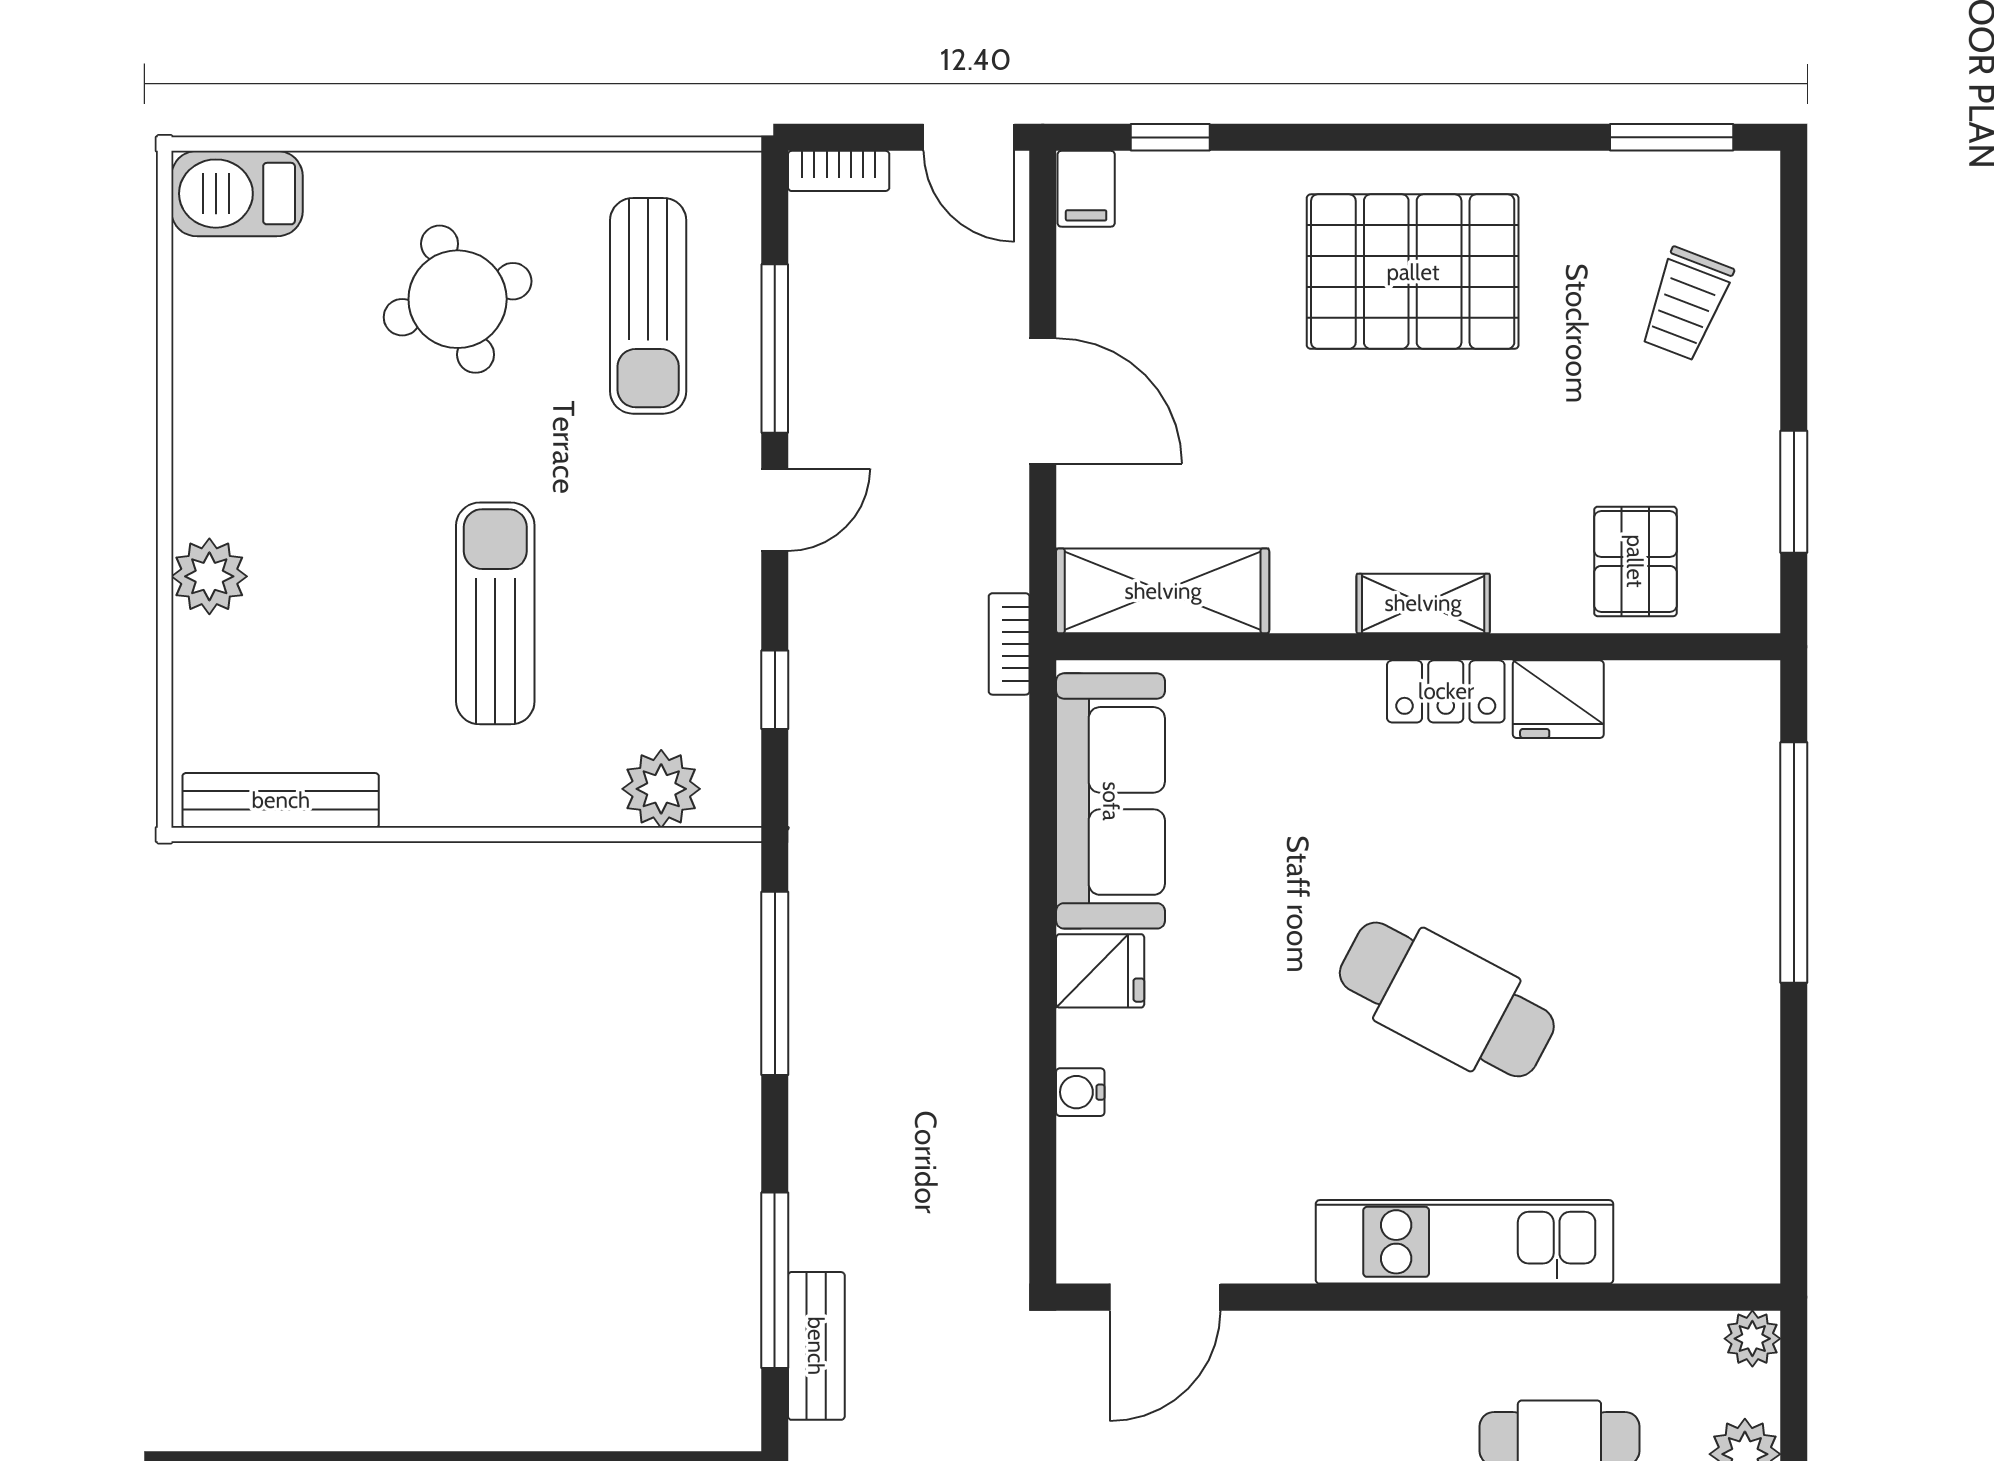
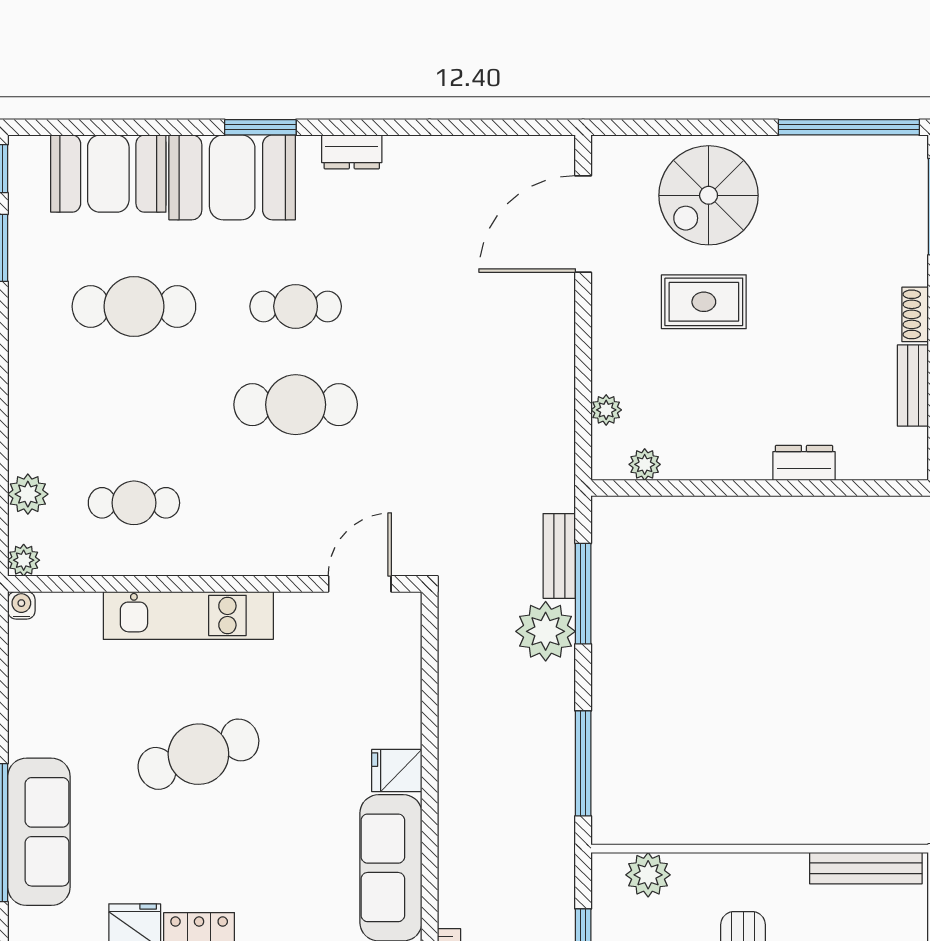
sofa: (1726, 864) -> (39, 832), added
cafe table: (1447, 999) -> (198, 754), turned -47
water cooler: (1080, 1092) -> (21, 605), moved, turned -90
plant: (840, 1214) -> (546, 631), added

